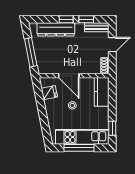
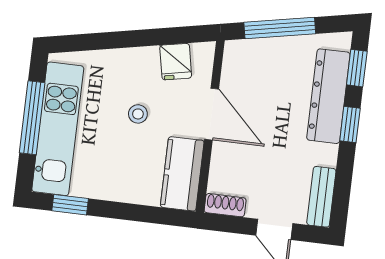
window: (86, 19) -> (357, 68), moved
door: (69, 76) -> (212, 114), swing flipped
kitchen counter: (102, 92) -> (182, 174), moved, turned -90

